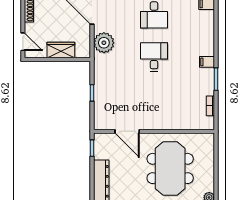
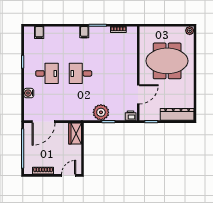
plant: (104, 43) -> (101, 112), moved
wardrobe: (61, 50) -> (75, 133), moved
printer: (100, 121) -> (131, 116), added

